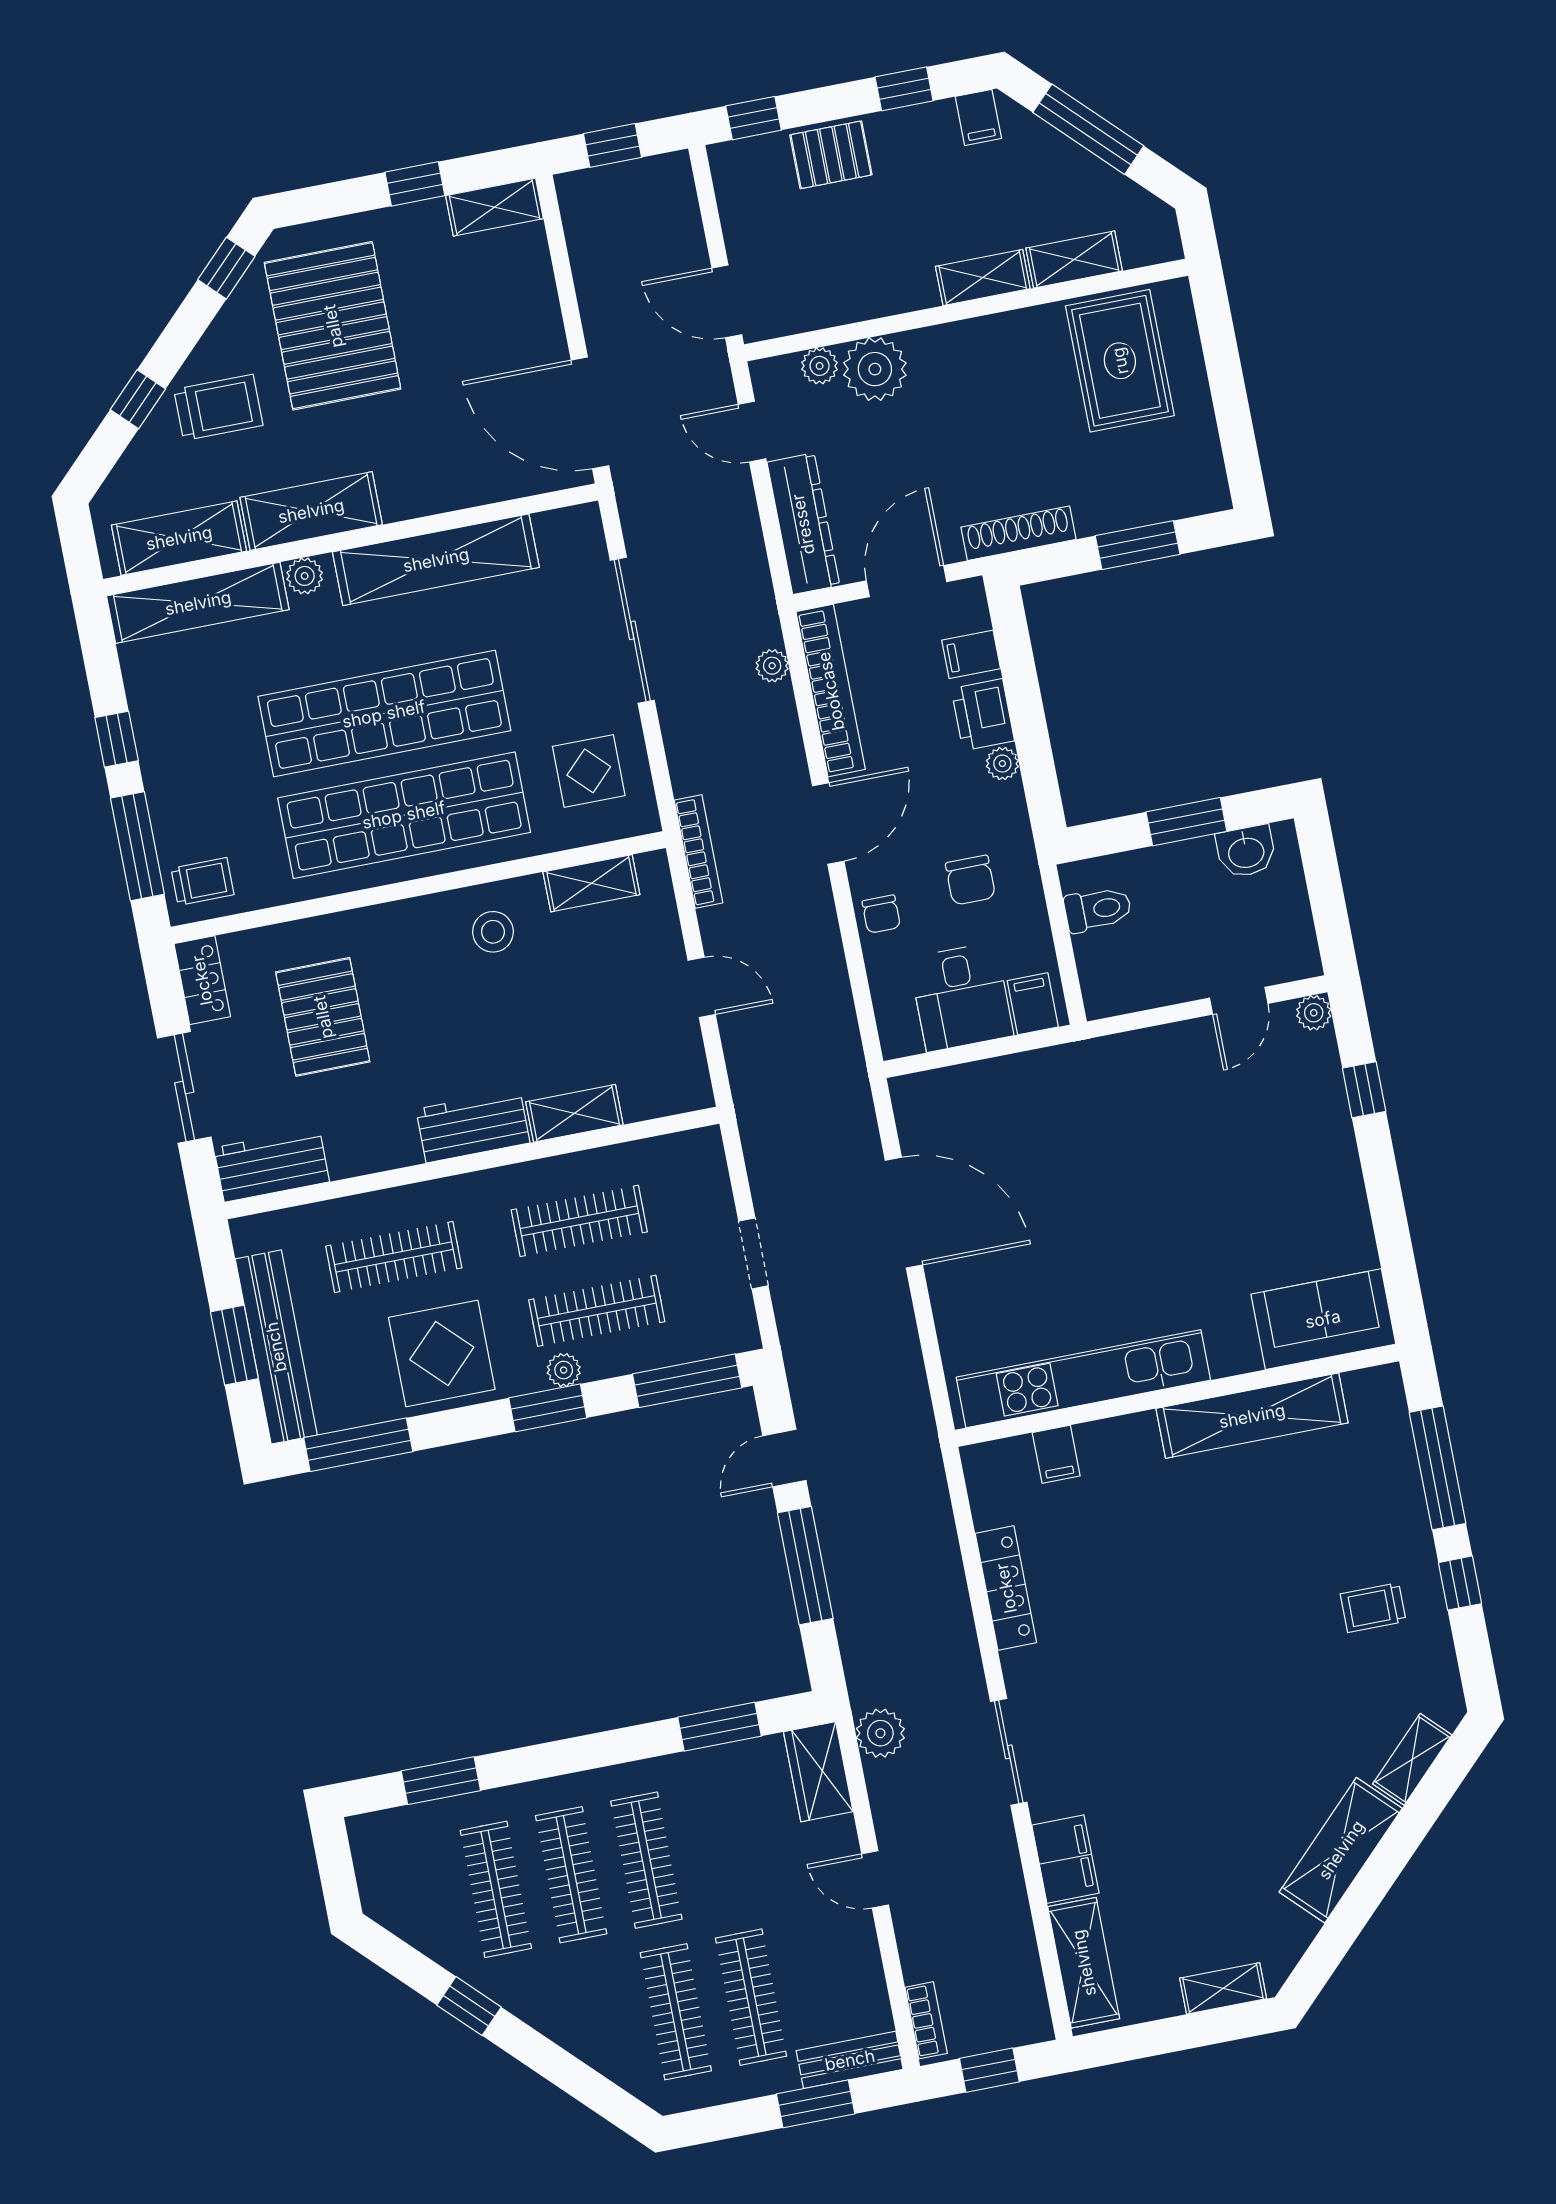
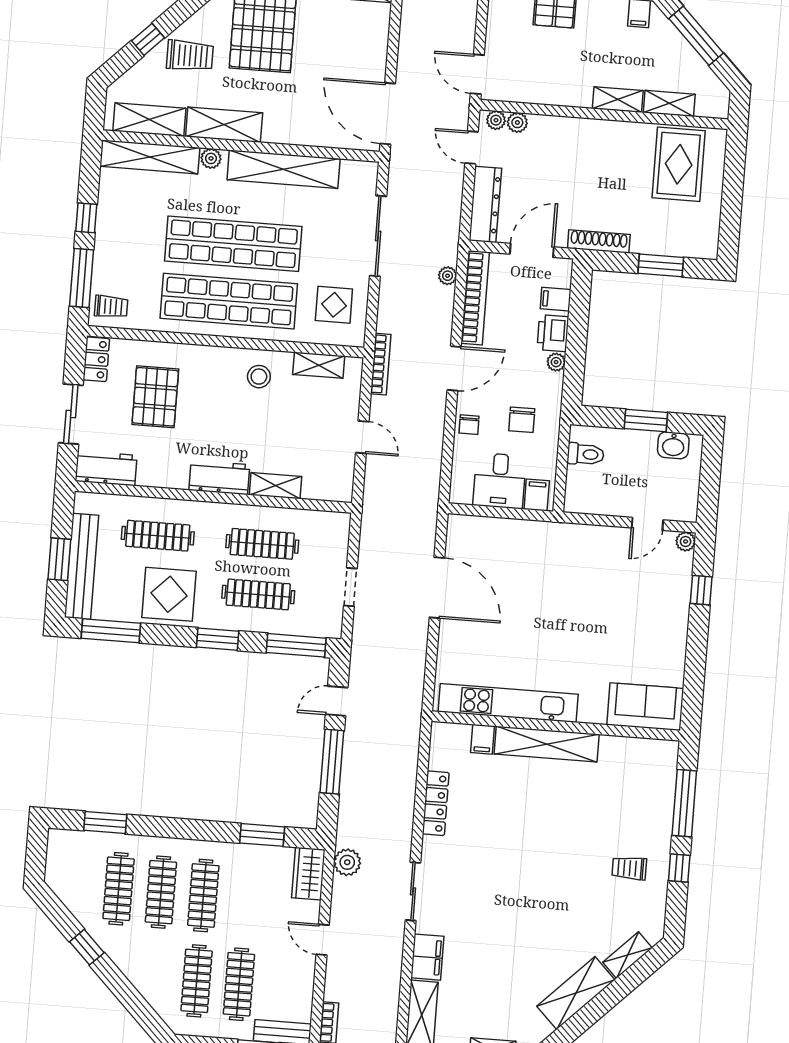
plant: (875, 369) -> (496, 120), moved, width x0.53, depth x0.53
plant: (564, 1370) -> (232, 621), removed
shelving: (1252, 1416) -> (547, 744), moved

